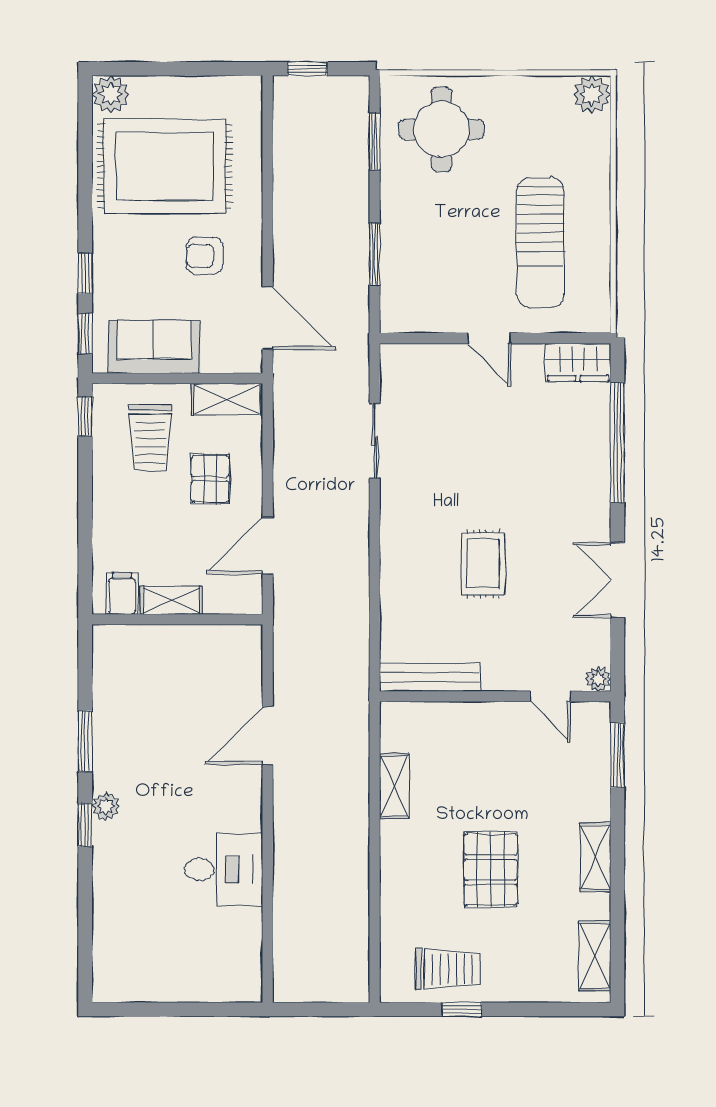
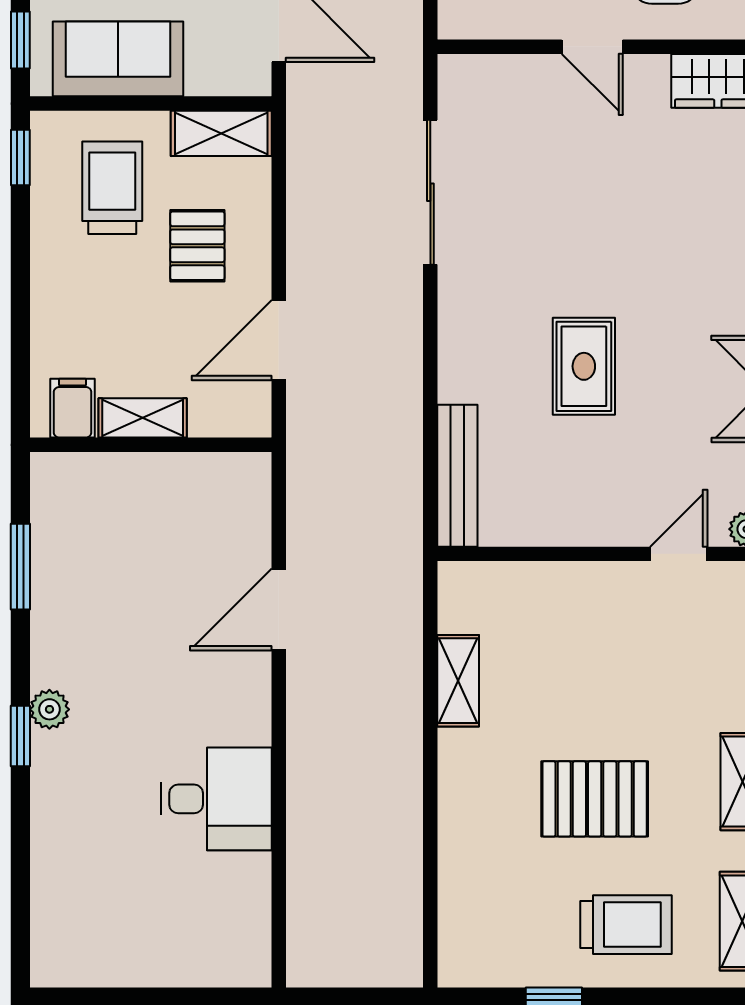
trolley: (150, 438) -> (112, 188), turned 180
sliding door: (375, 441) -> (430, 192), width x1.37
bench: (430, 677) -> (457, 476), moved, turned 90
door: (550, 696) -> (679, 554), swing flipped
window: (85, 741) -> (20, 567), moved
pallet: (491, 870) -> (595, 799), turned 90
trolley: (448, 969) -> (626, 925), moved

